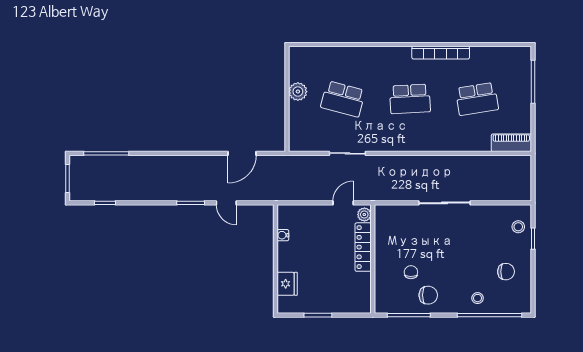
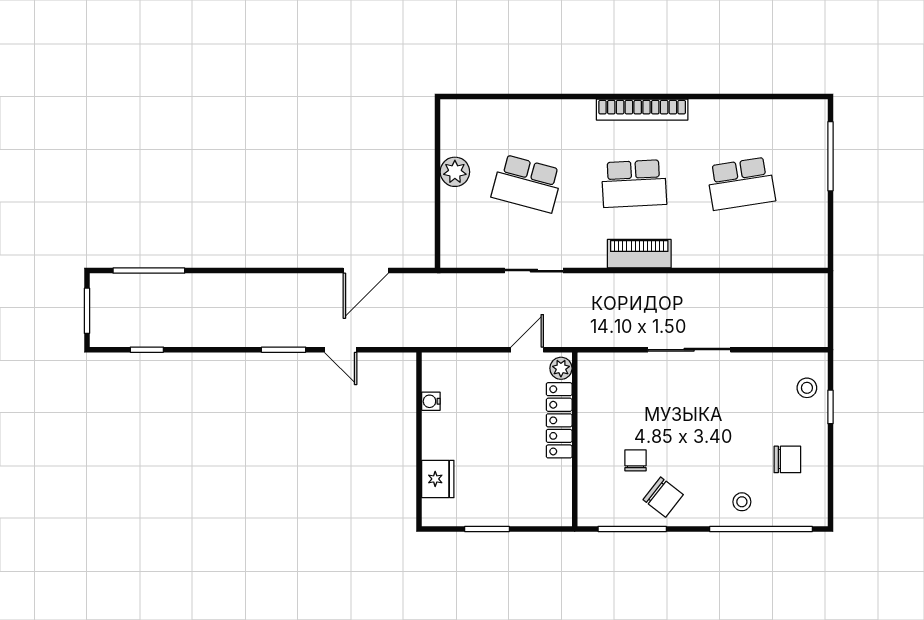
bookcase: (441, 53) -> (642, 110), moved
piano: (511, 143) -> (639, 254), moved
chair: (428, 295) -> (663, 497), turned 38

